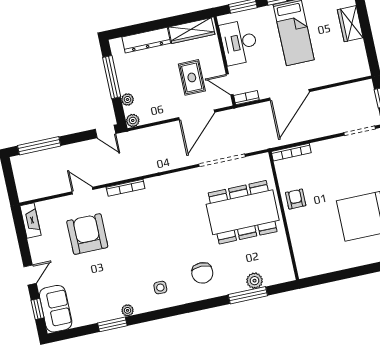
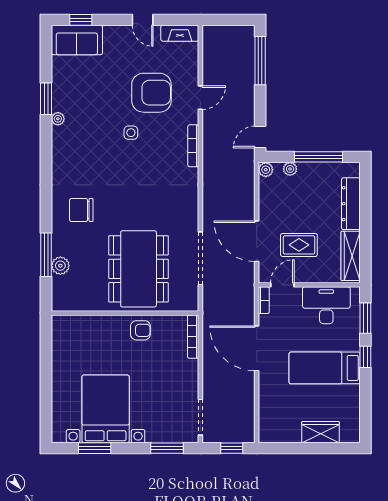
door: (30, 275) -> (143, 20), moved
side table: (160, 288) -> (131, 133), moved

